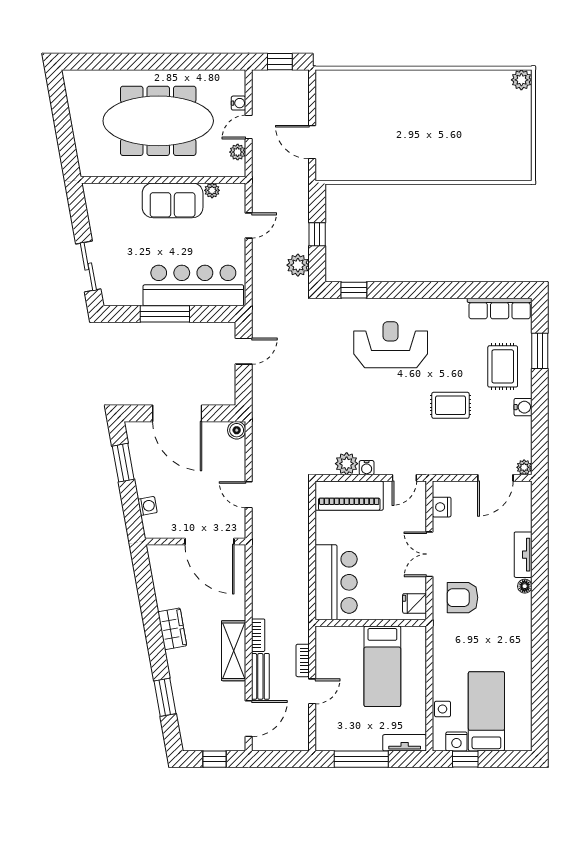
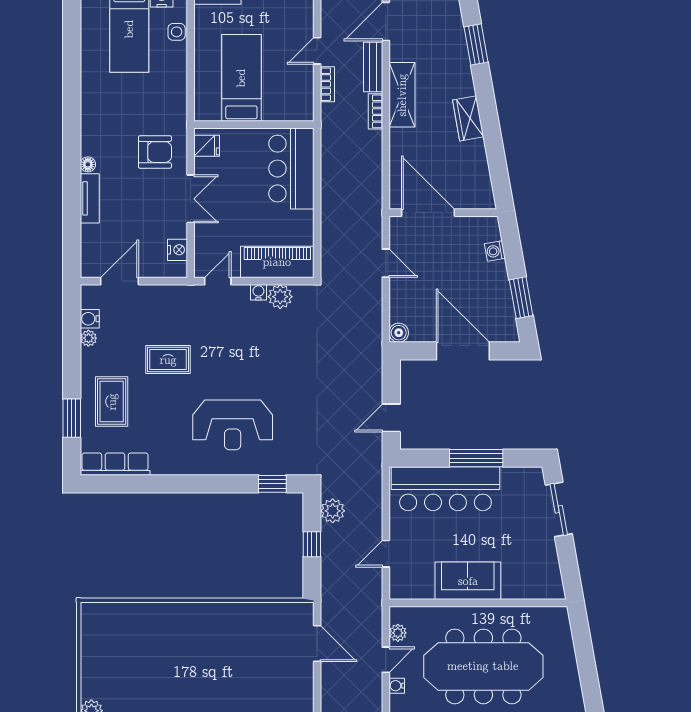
plant: (212, 190) -> (425, 591), removed
water cooler: (523, 407) -> (90, 319), moved
plant: (524, 467) -> (88, 338), moved

